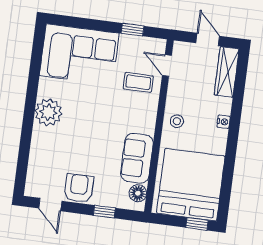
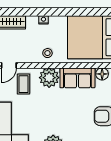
plant: (142, 119) -> (49, 78), added

